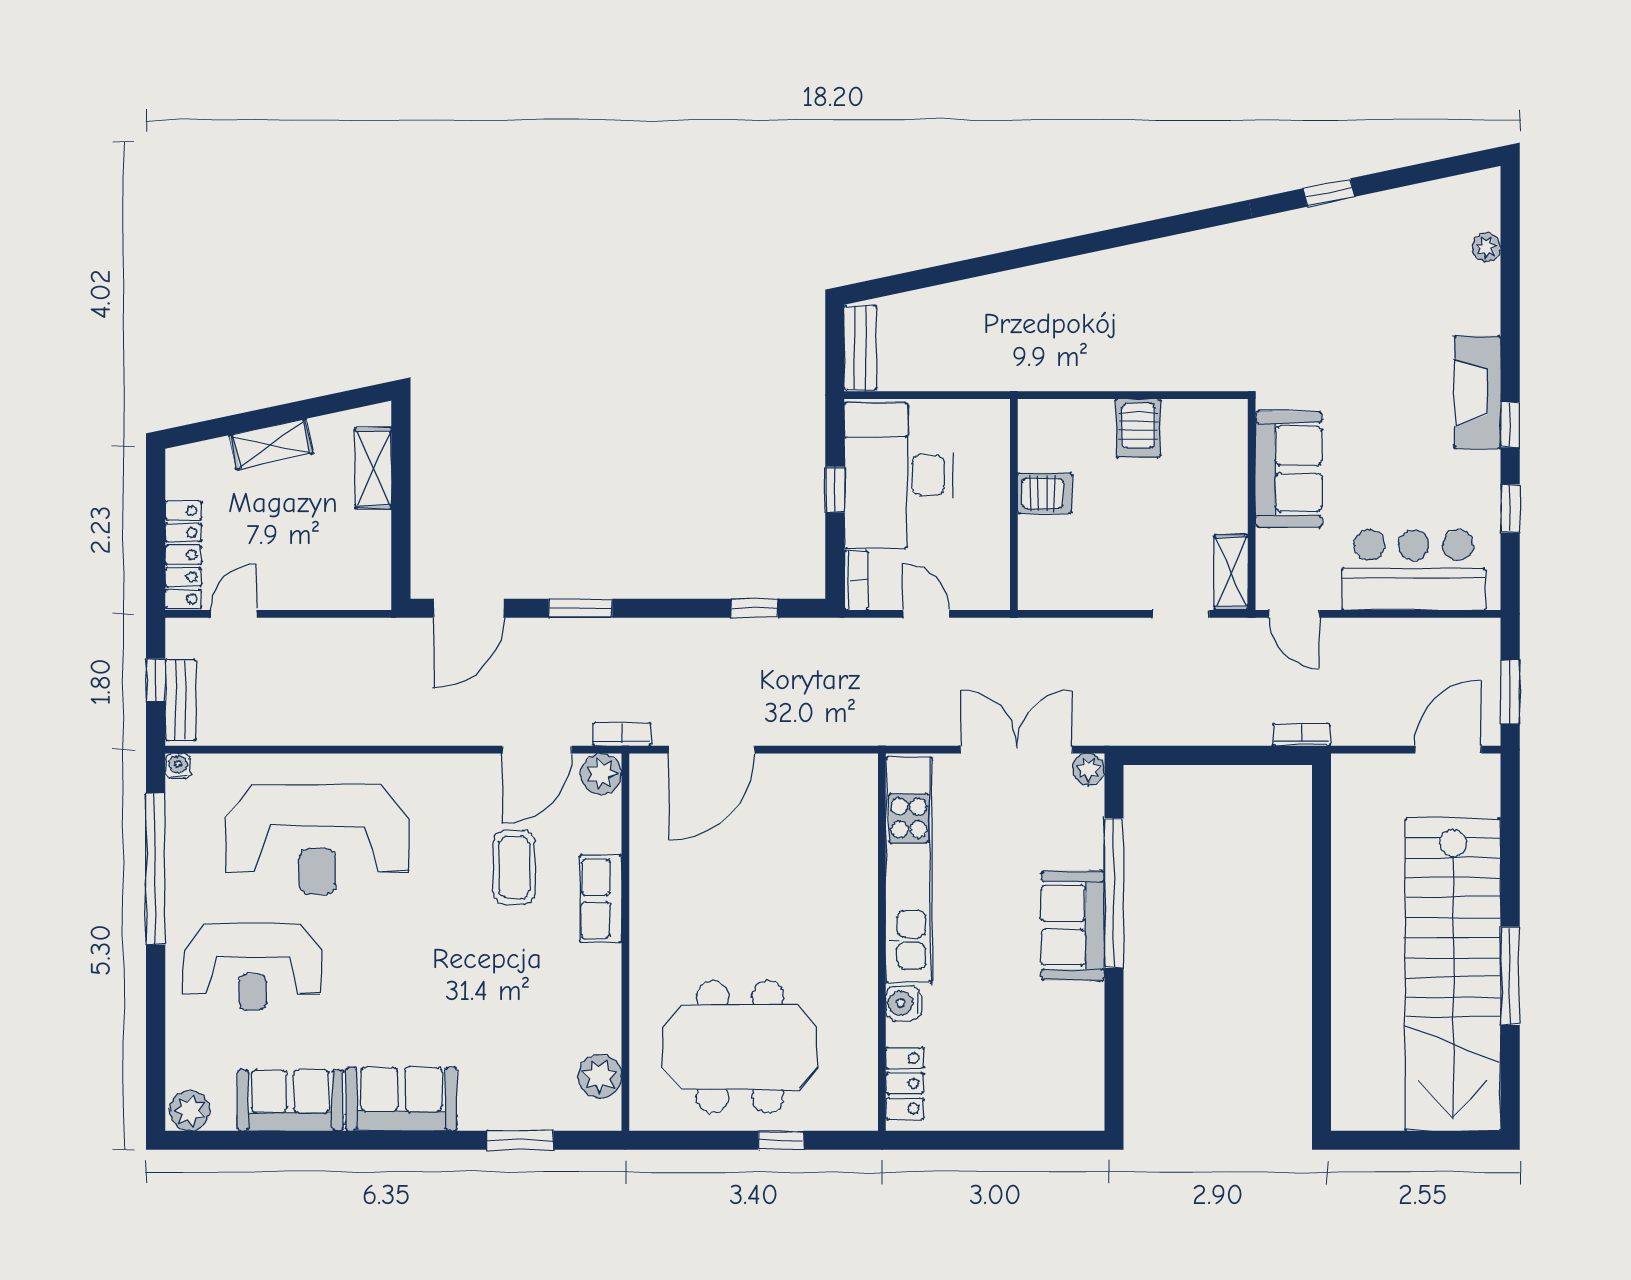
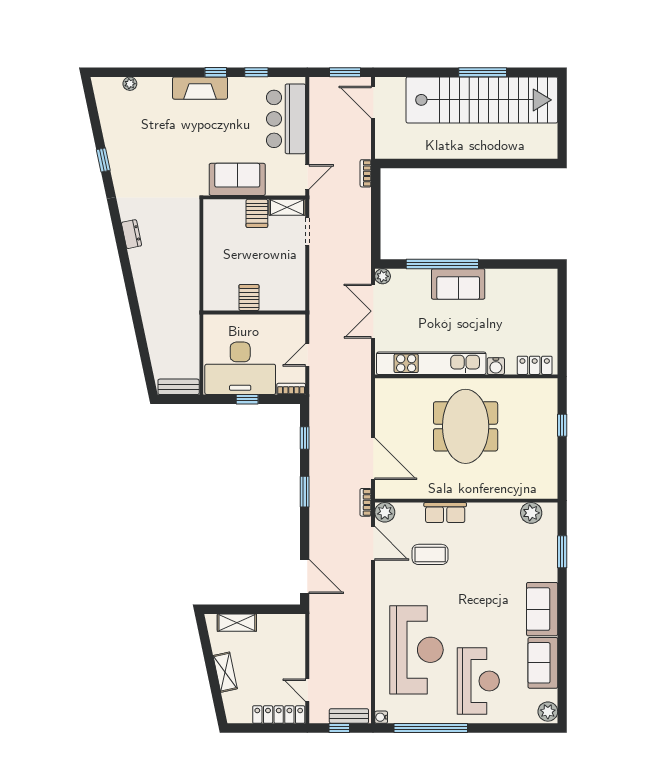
dresser: (1176, 251) -> (131, 234), added
server rack: (1138, 428) -> (257, 213), moved, turned 90
window: (580, 608) -> (305, 492), moved
meeting table: (740, 1047) -> (466, 426), moved

